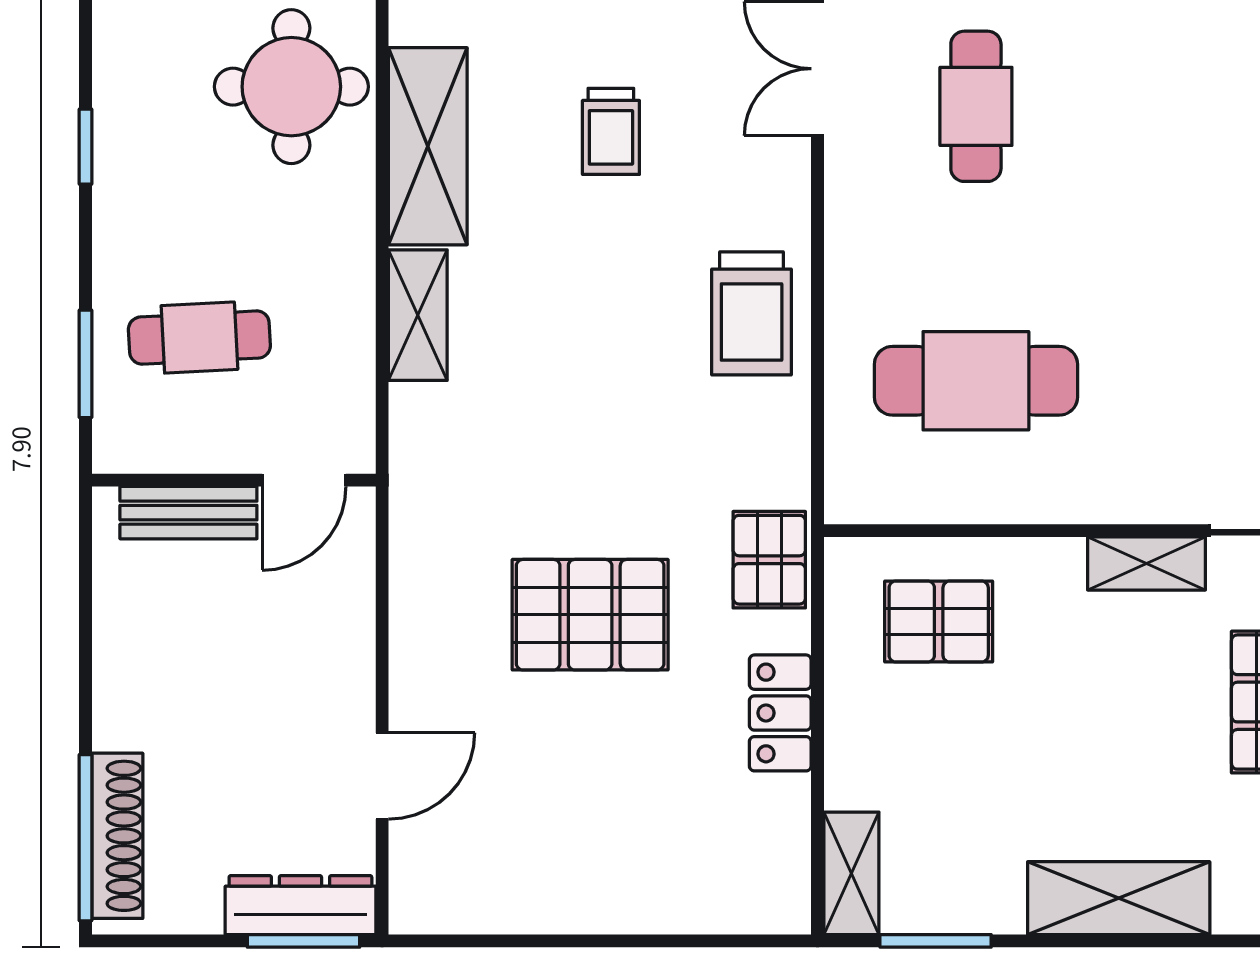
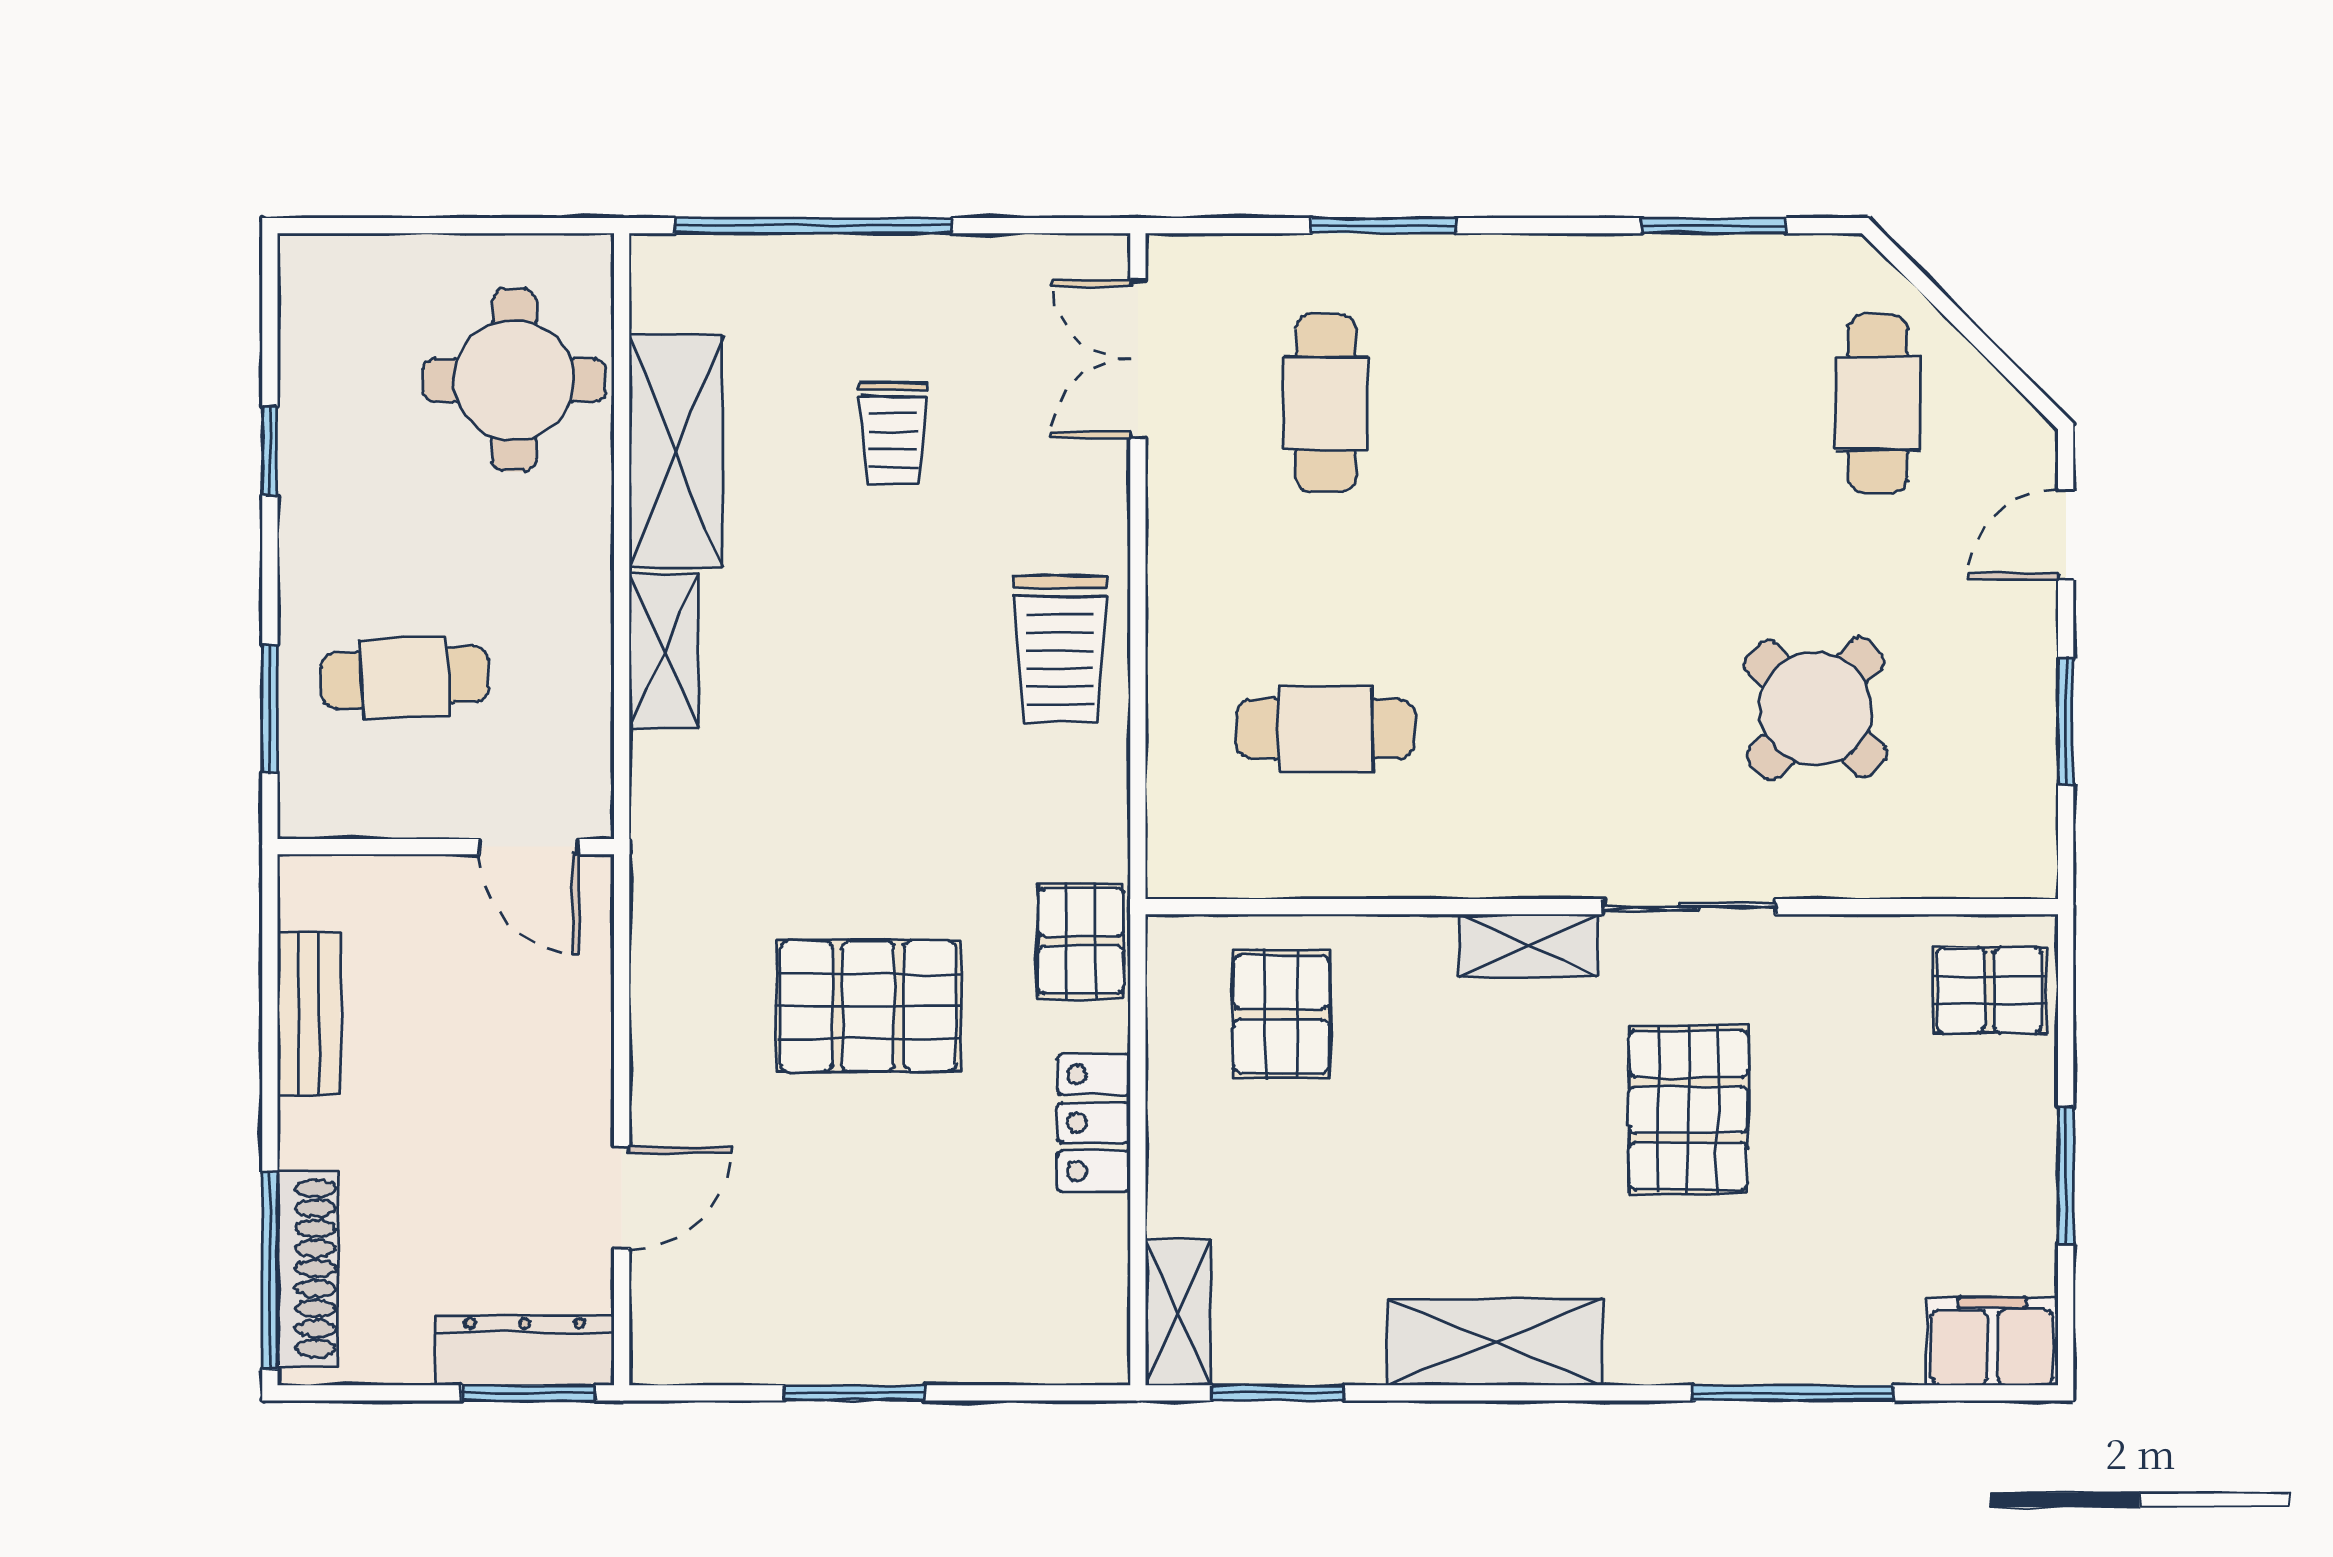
cafe table: (976, 381) -> (1326, 729), width x0.73, depth x0.74
door: (304, 480) -> (529, 847), hinge flipped
bench: (188, 513) -> (308, 1014), moved, turned 90
pallet: (939, 622) -> (1282, 1014), turned 90
window: (578, 941) -> (854, 1393), added

